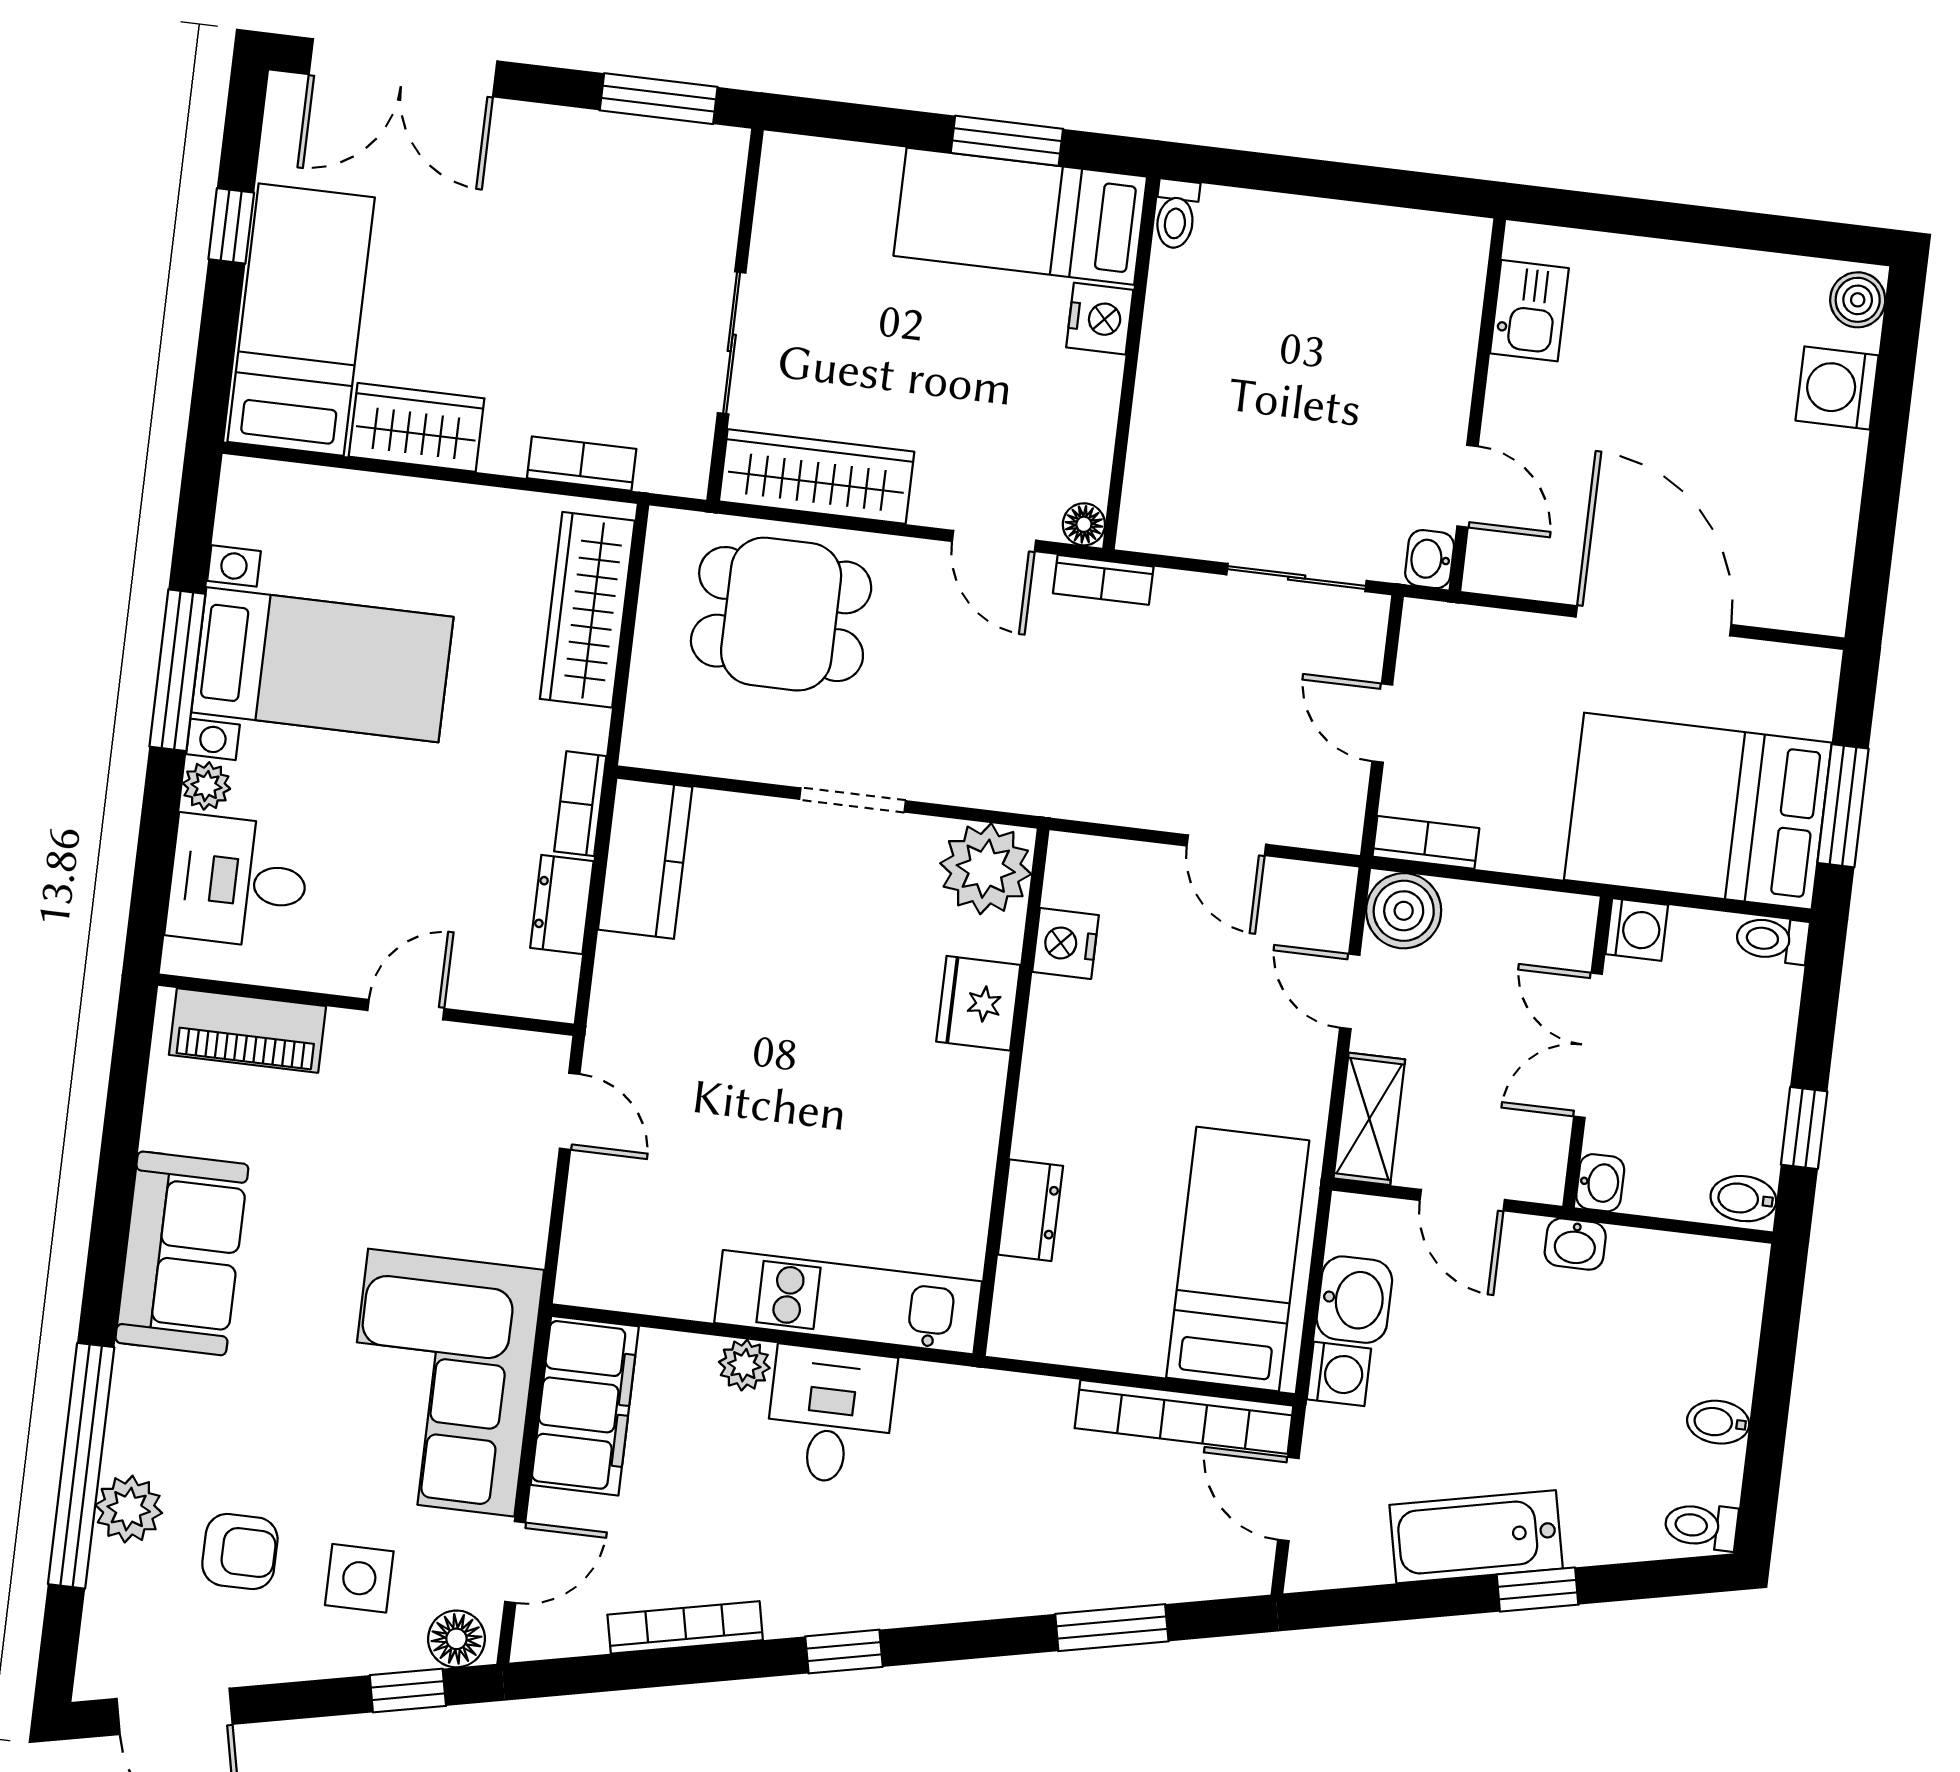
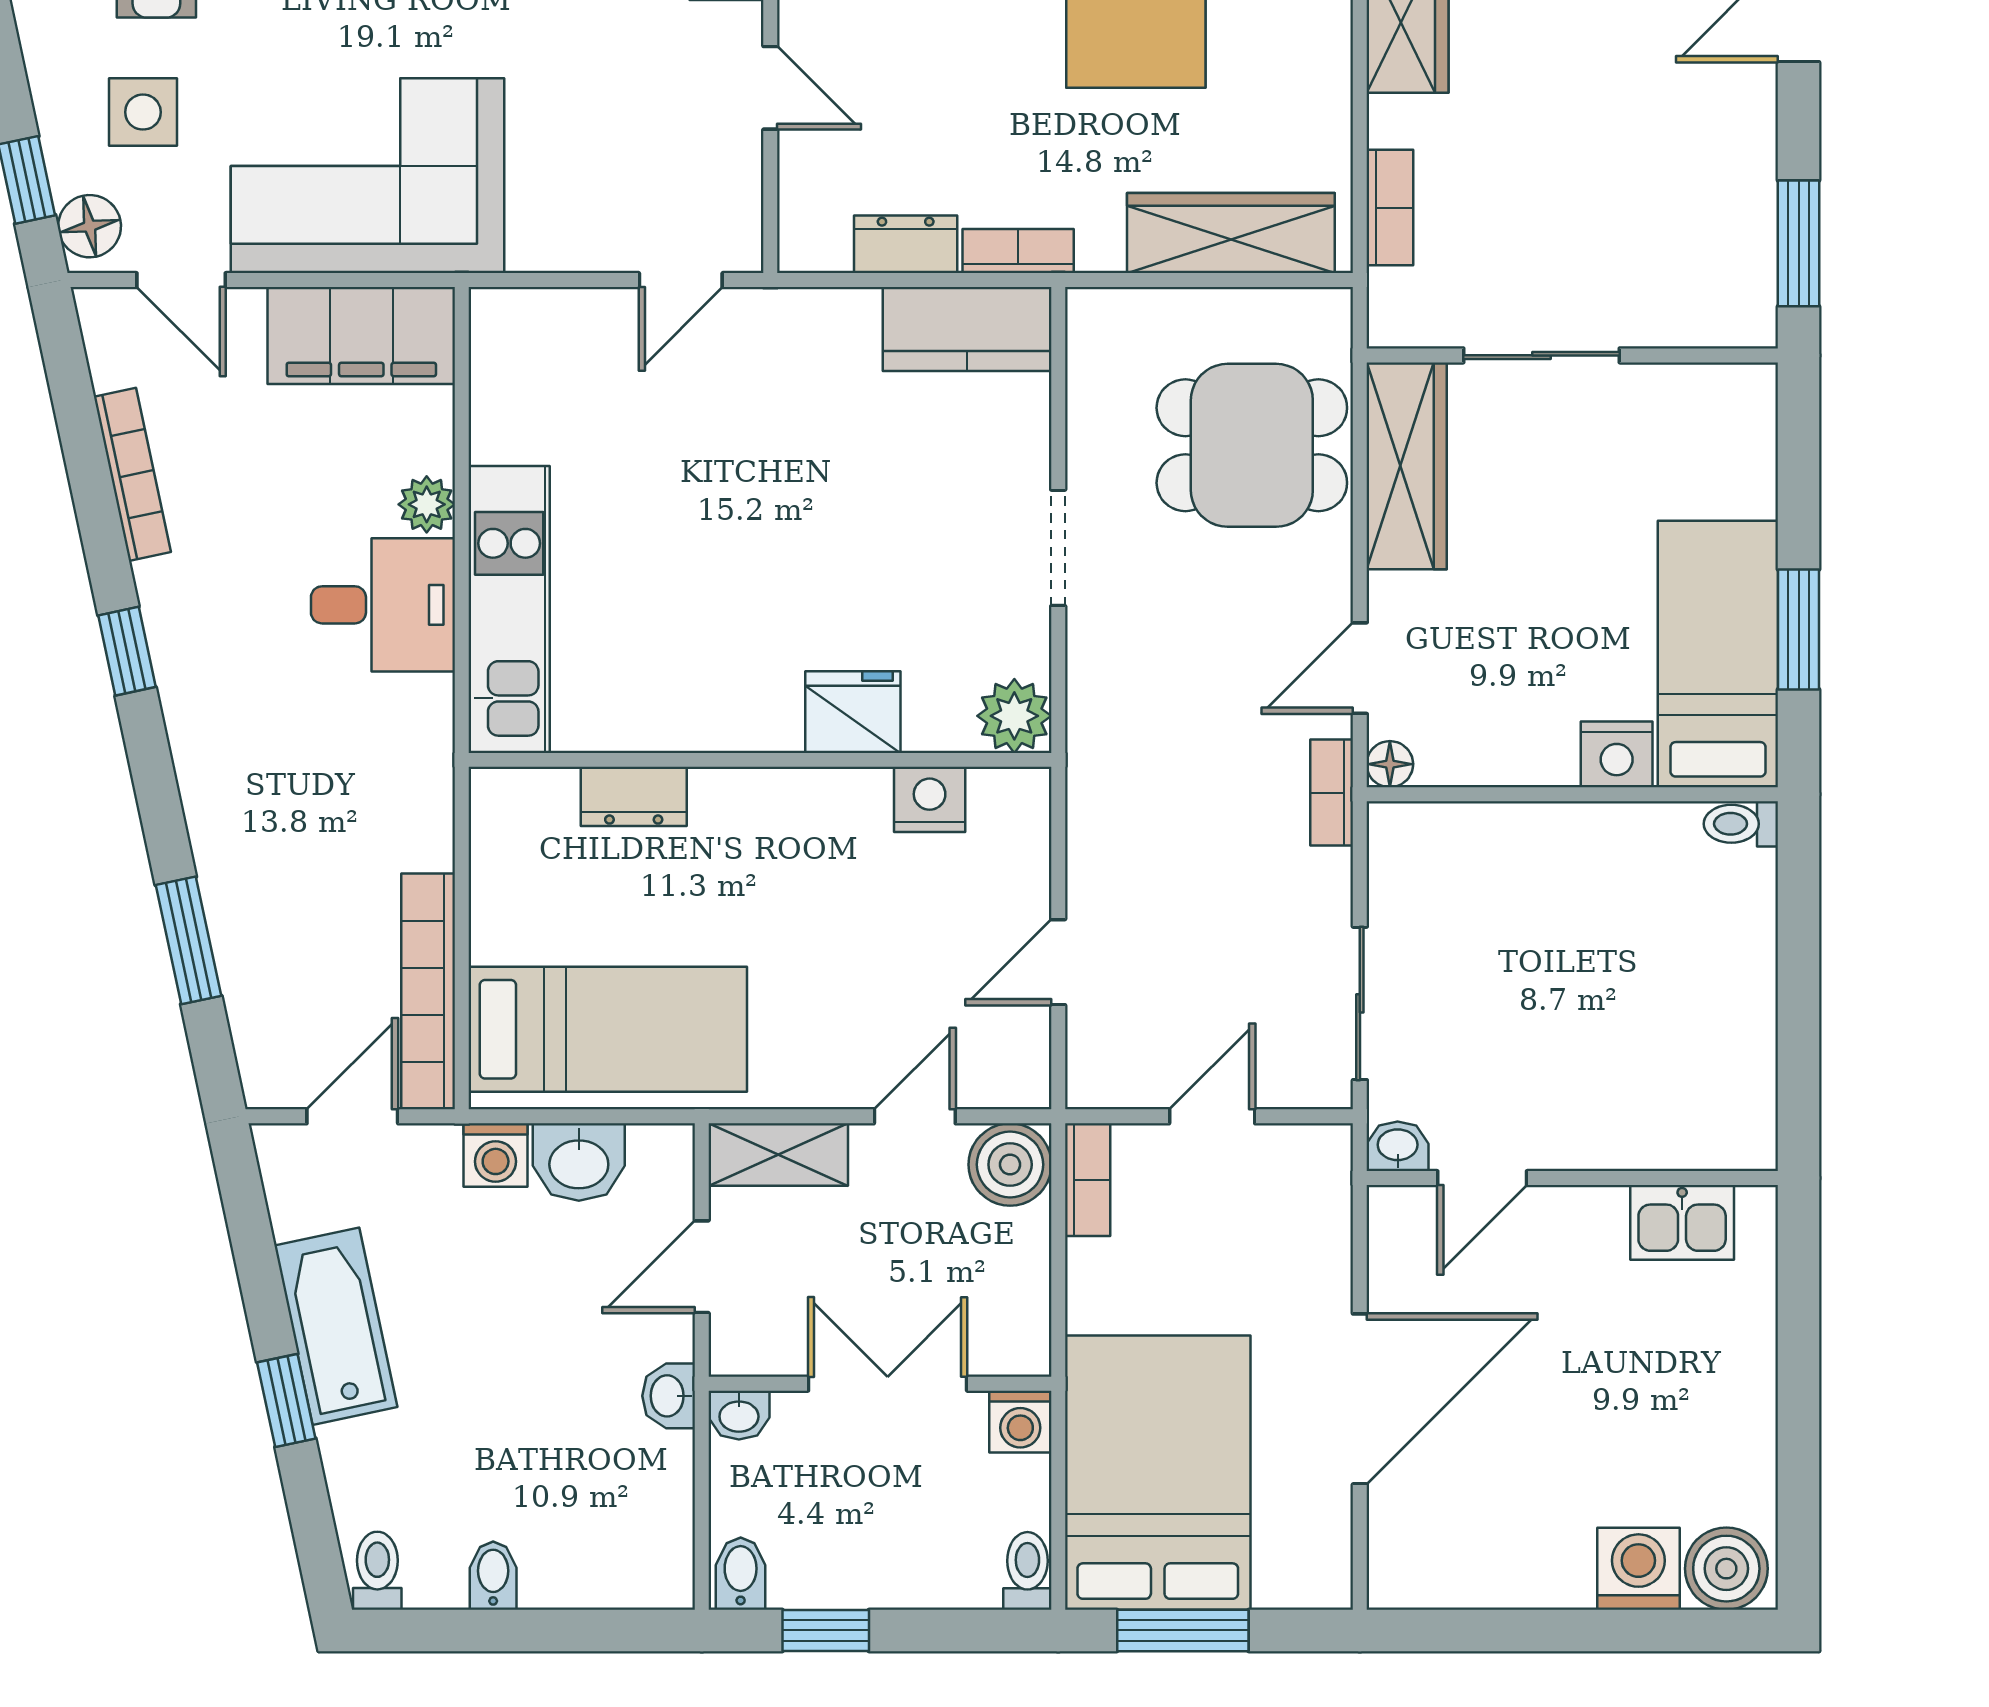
boiler: (1858, 300) -> (1726, 1569), width x1.36, depth x1.36
dining table: (781, 614) -> (1252, 445), turned 90
plant: (986, 869) -> (1014, 716), width x0.73, depth x0.73

